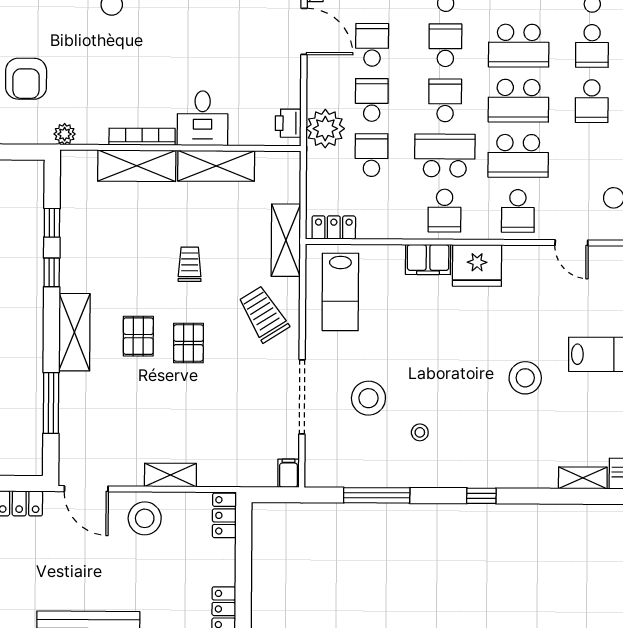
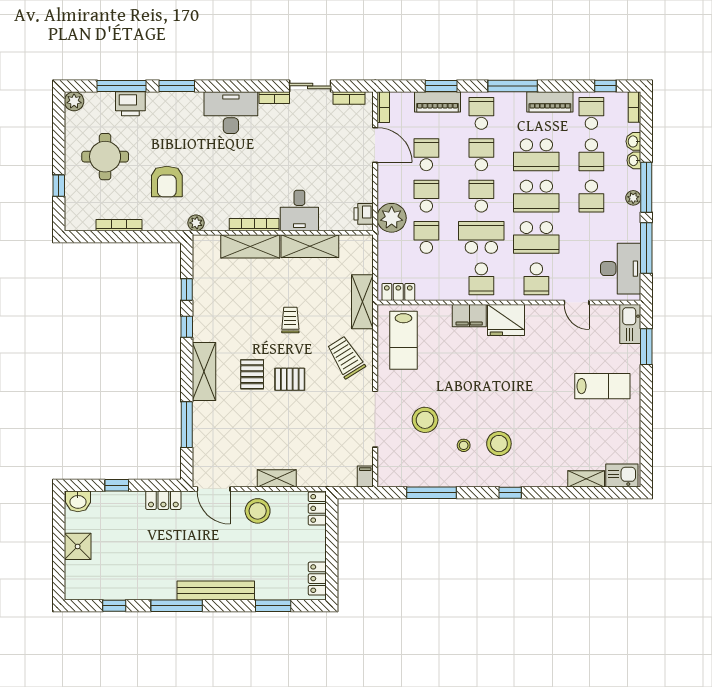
pallet: (188, 343) -> (290, 379), turned 90
stool: (525, 378) -> (499, 444), moved

